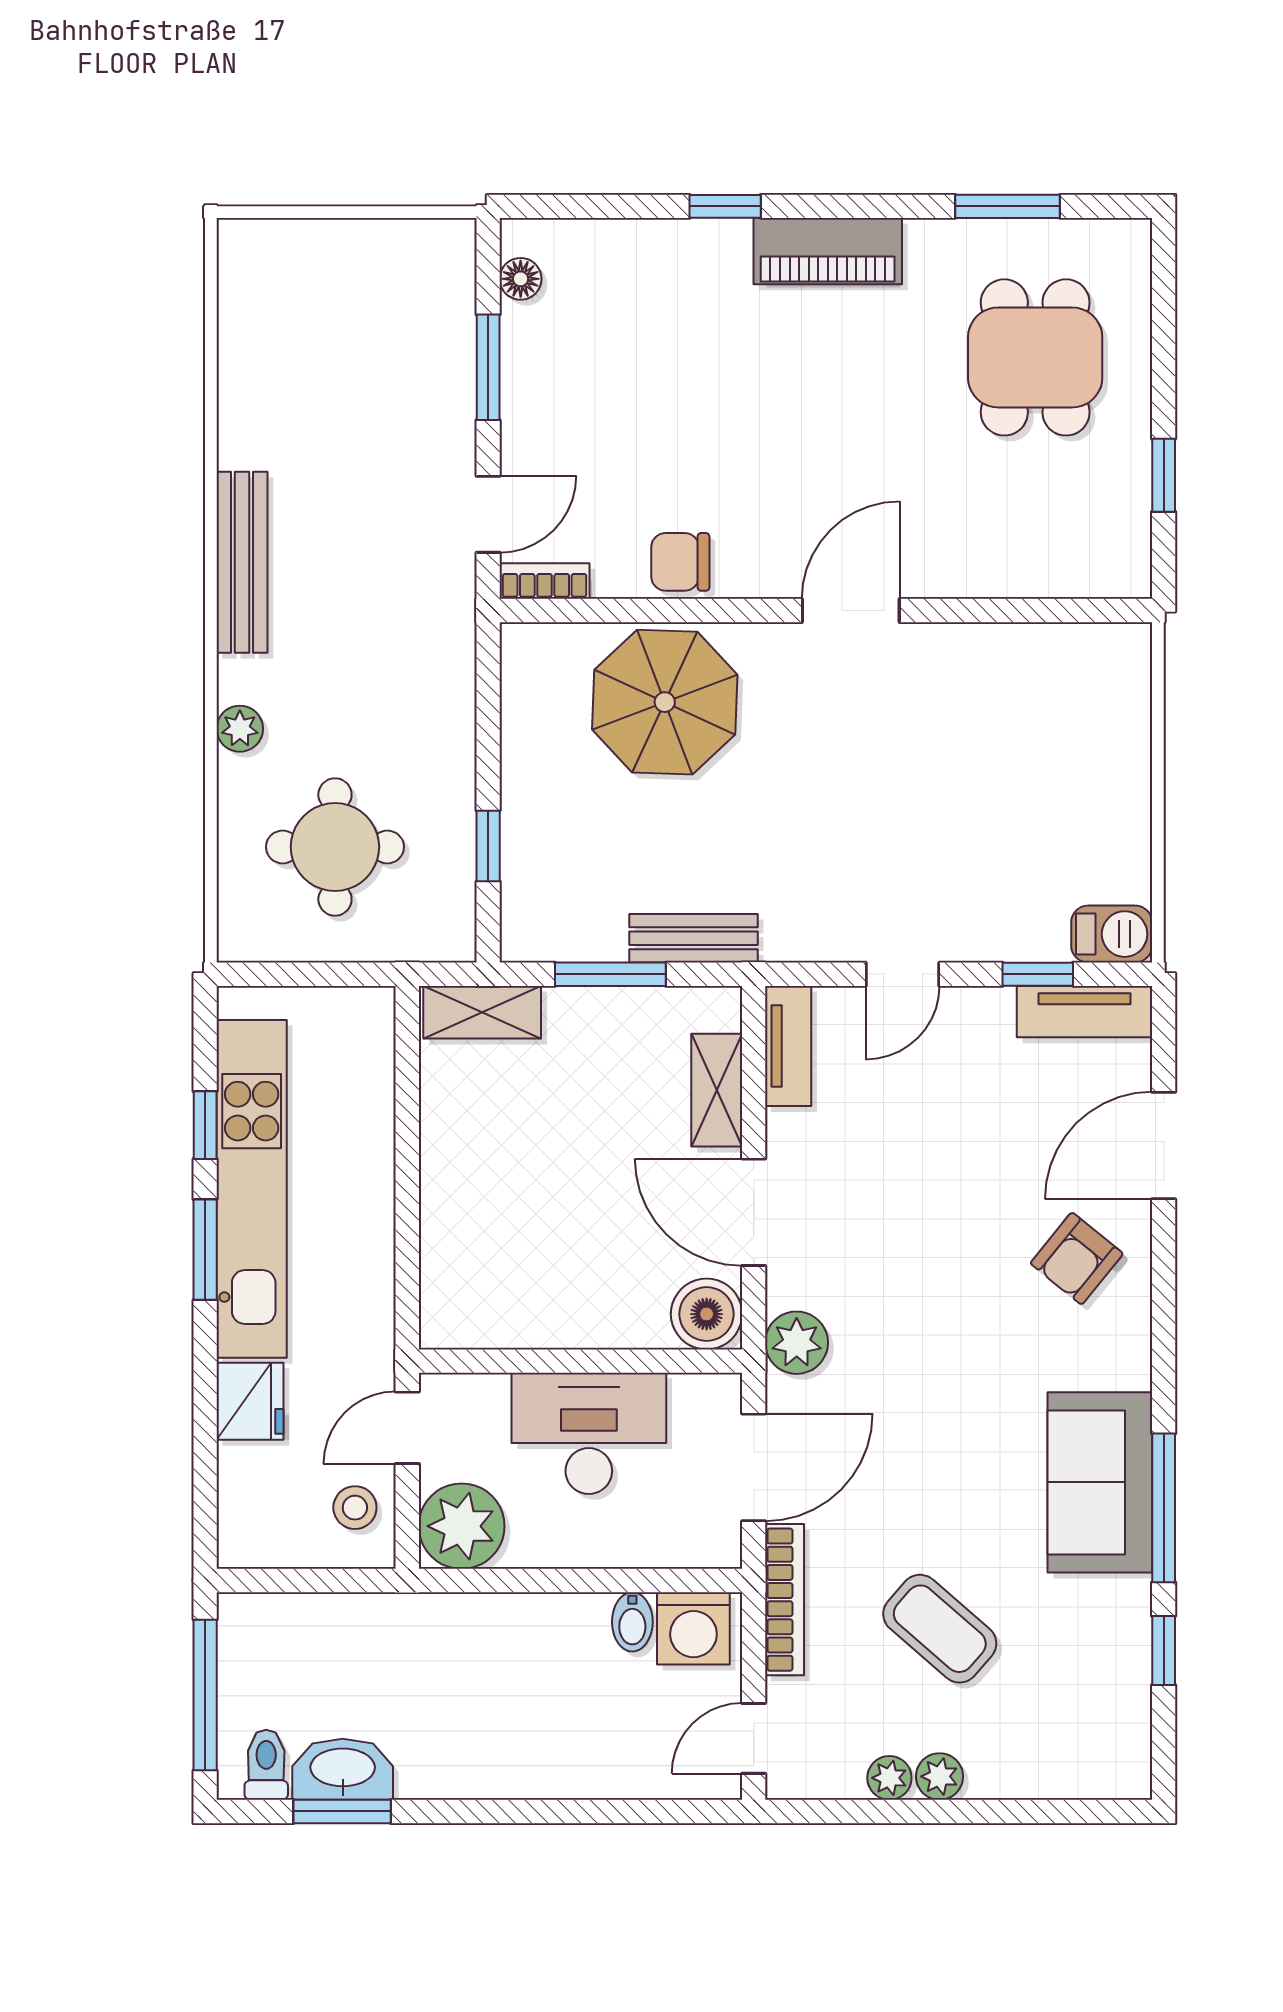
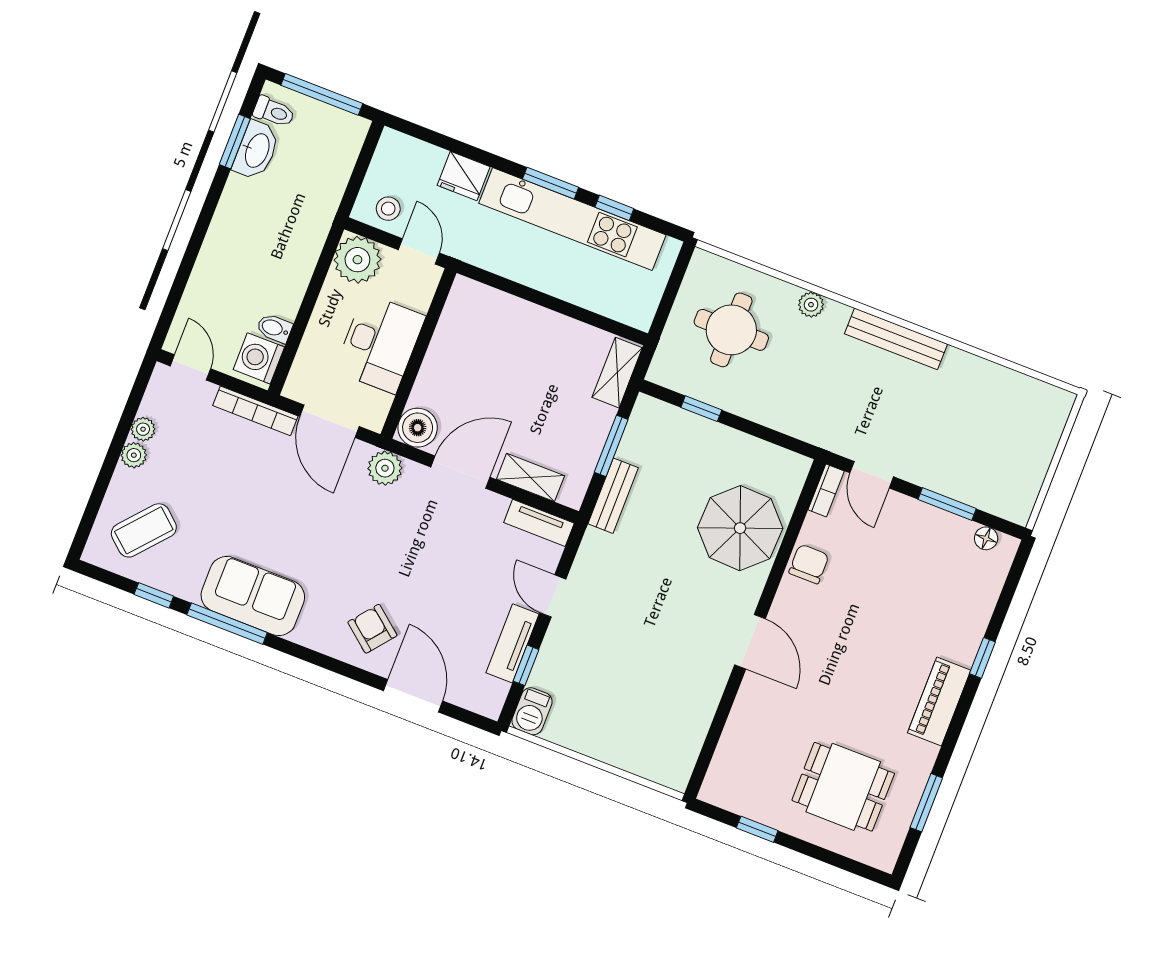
tv unit: (1084, 1012) -> (512, 643), moved
coffee table: (940, 1629) -> (144, 530), moved

